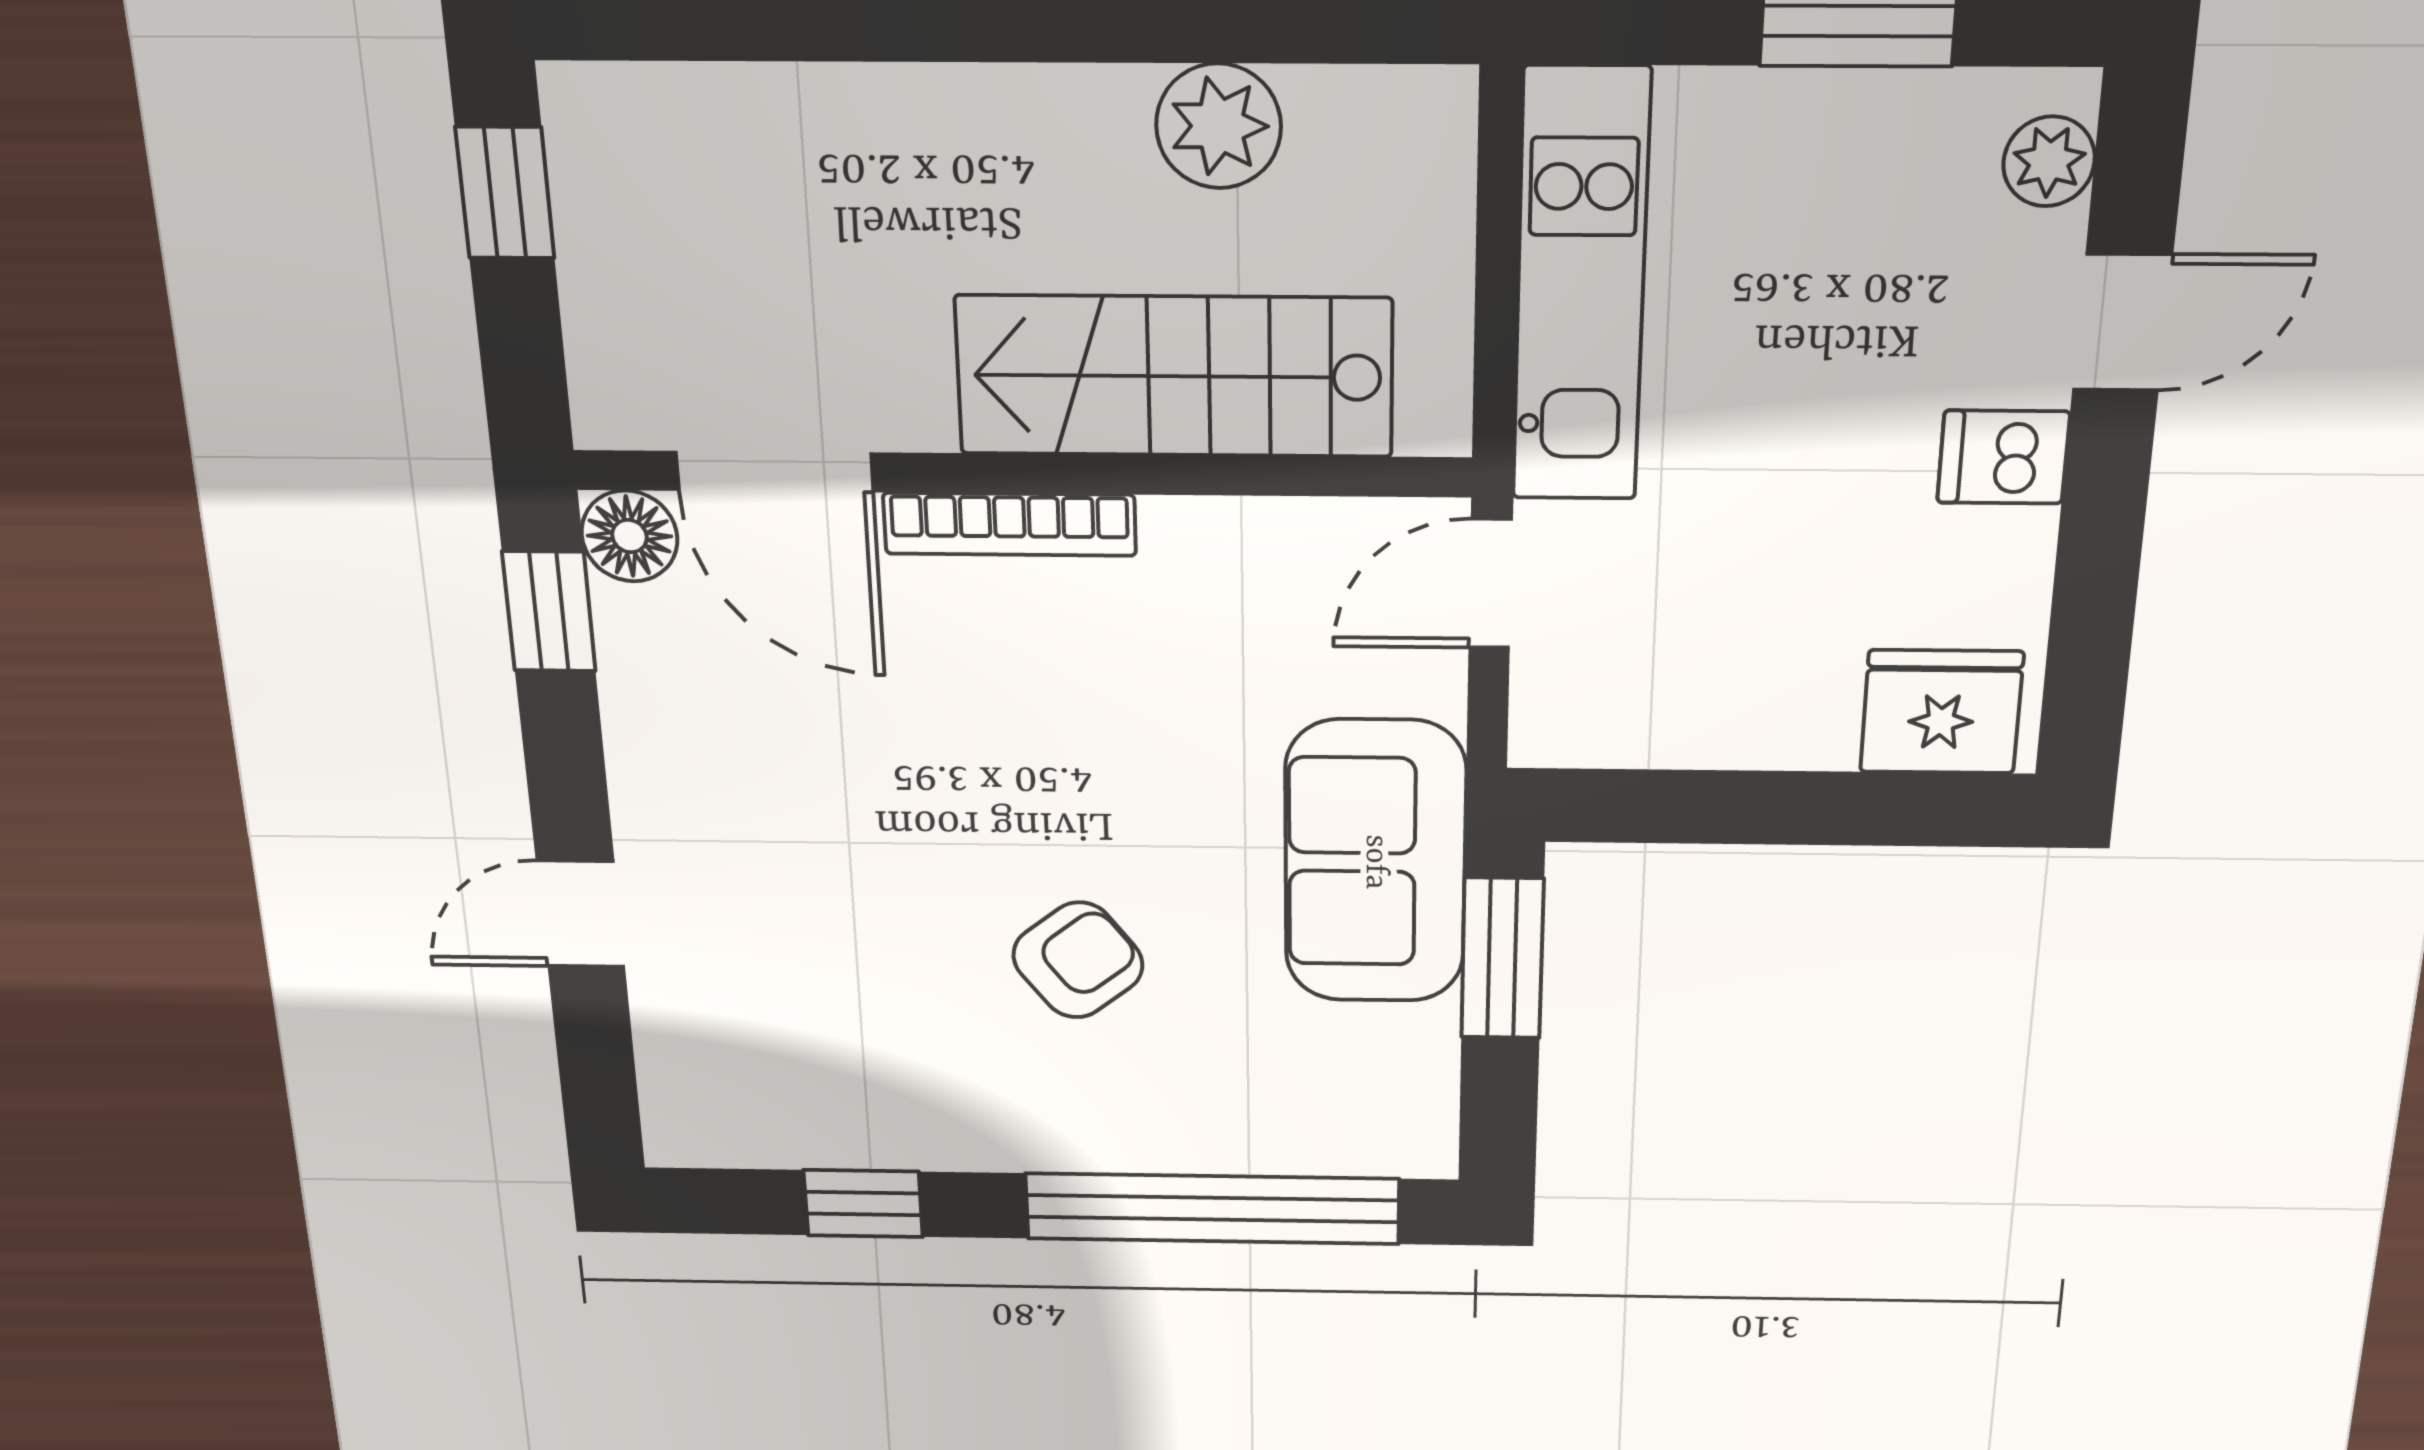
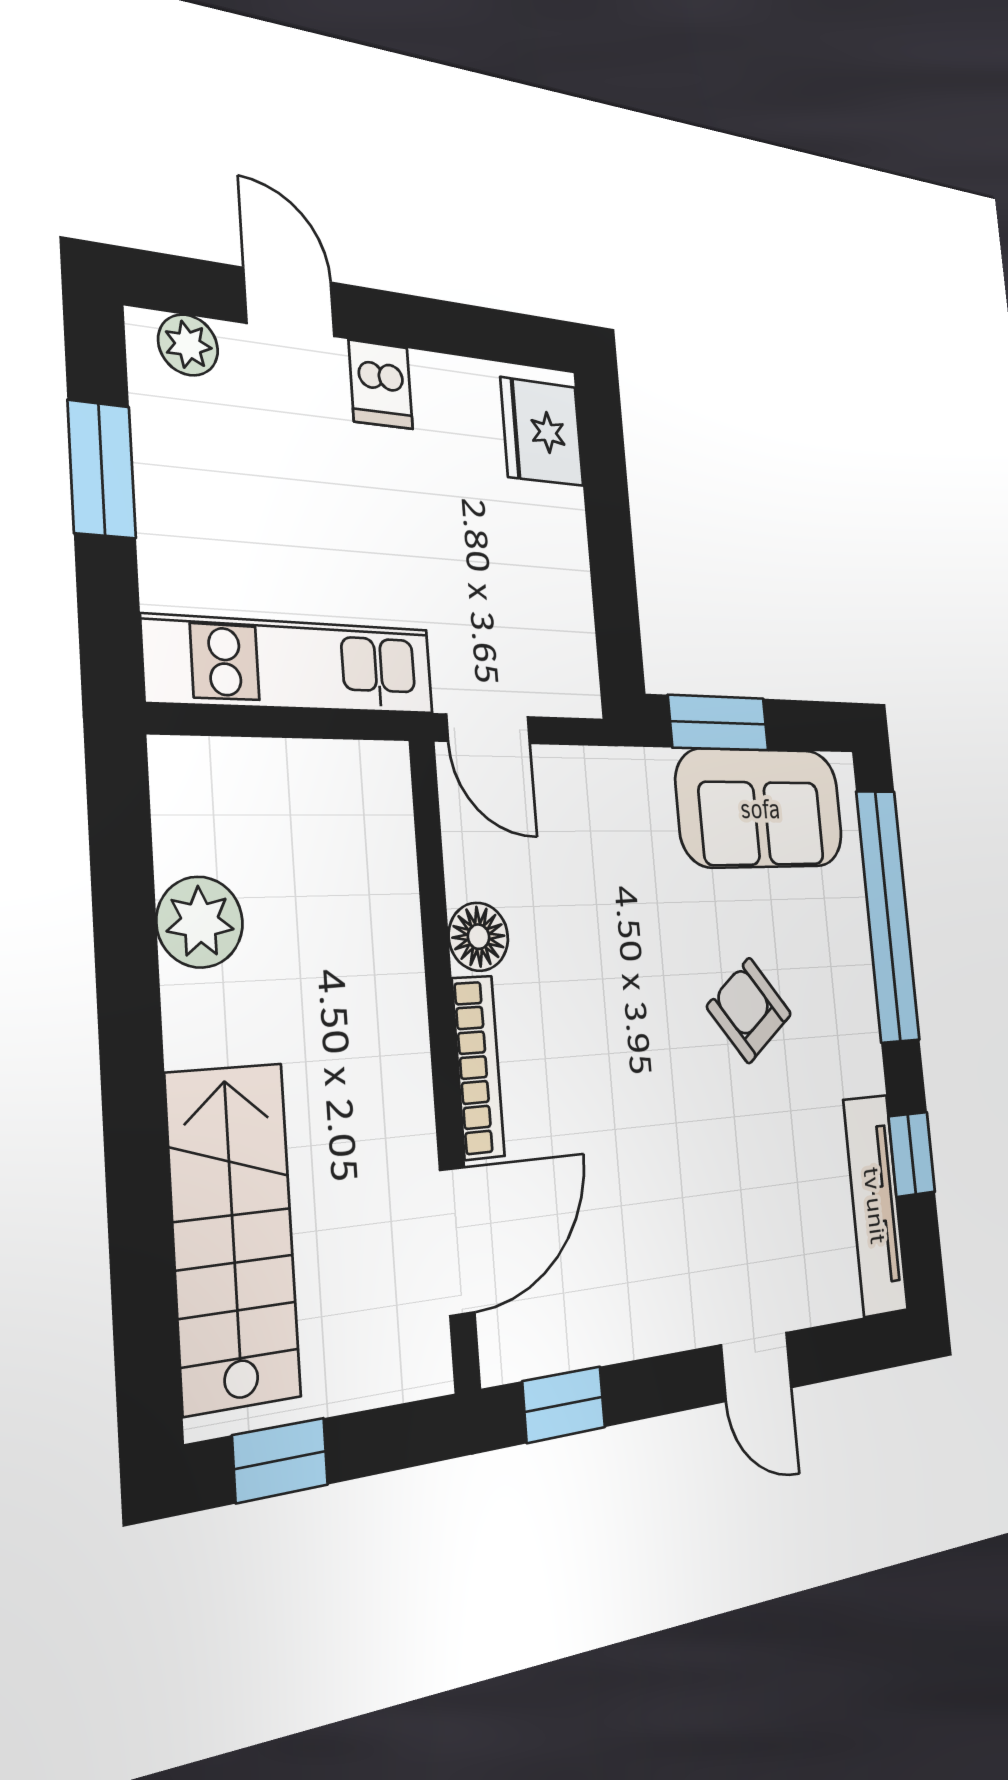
stairs: (1175, 376) -> (233, 1236), moved, turned 180
floor lamp: (629, 536) -> (478, 937), moved
sofa: (1375, 862) -> (760, 808), moved
tv unit: (794, 1133) -> (875, 1205), added

